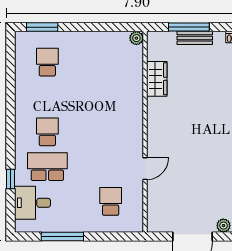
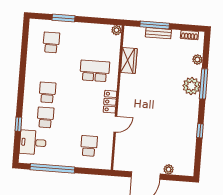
window: (42, 27) -> (64, 18), moved
school desk: (111, 97) -> (95, 71), added
locker: (135, 138) -> (110, 102), added
school desk: (47, 167) -> (45, 117), width x0.54
window: (62, 237) -> (52, 168), width x1.46

